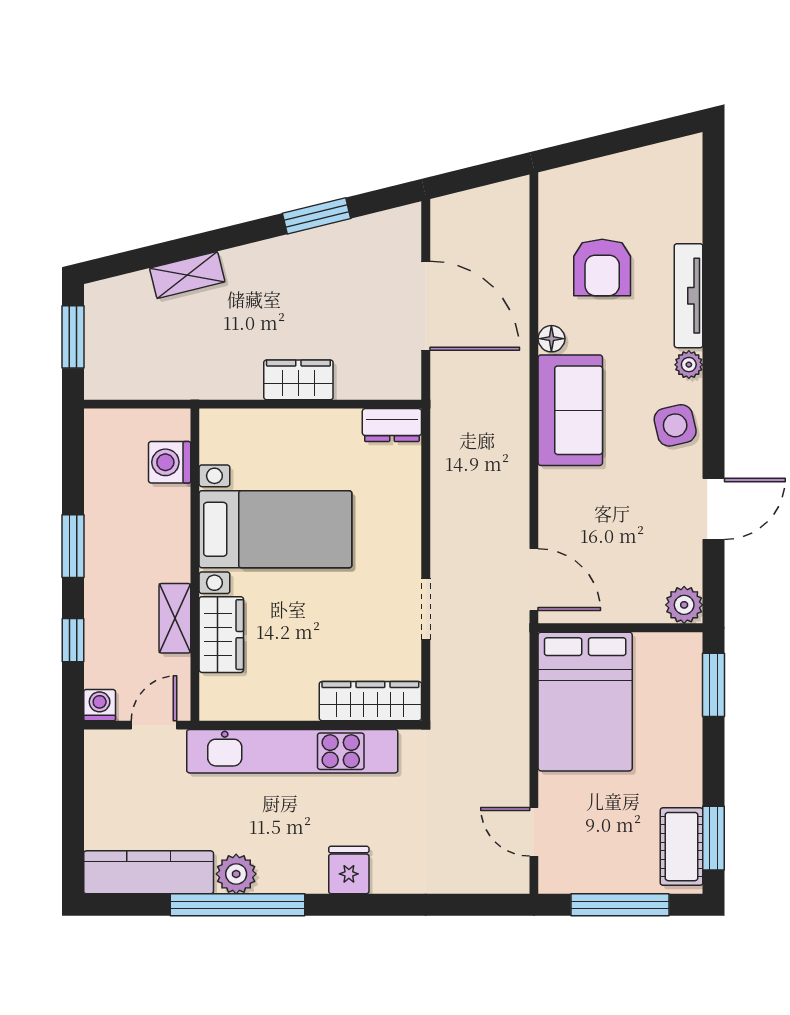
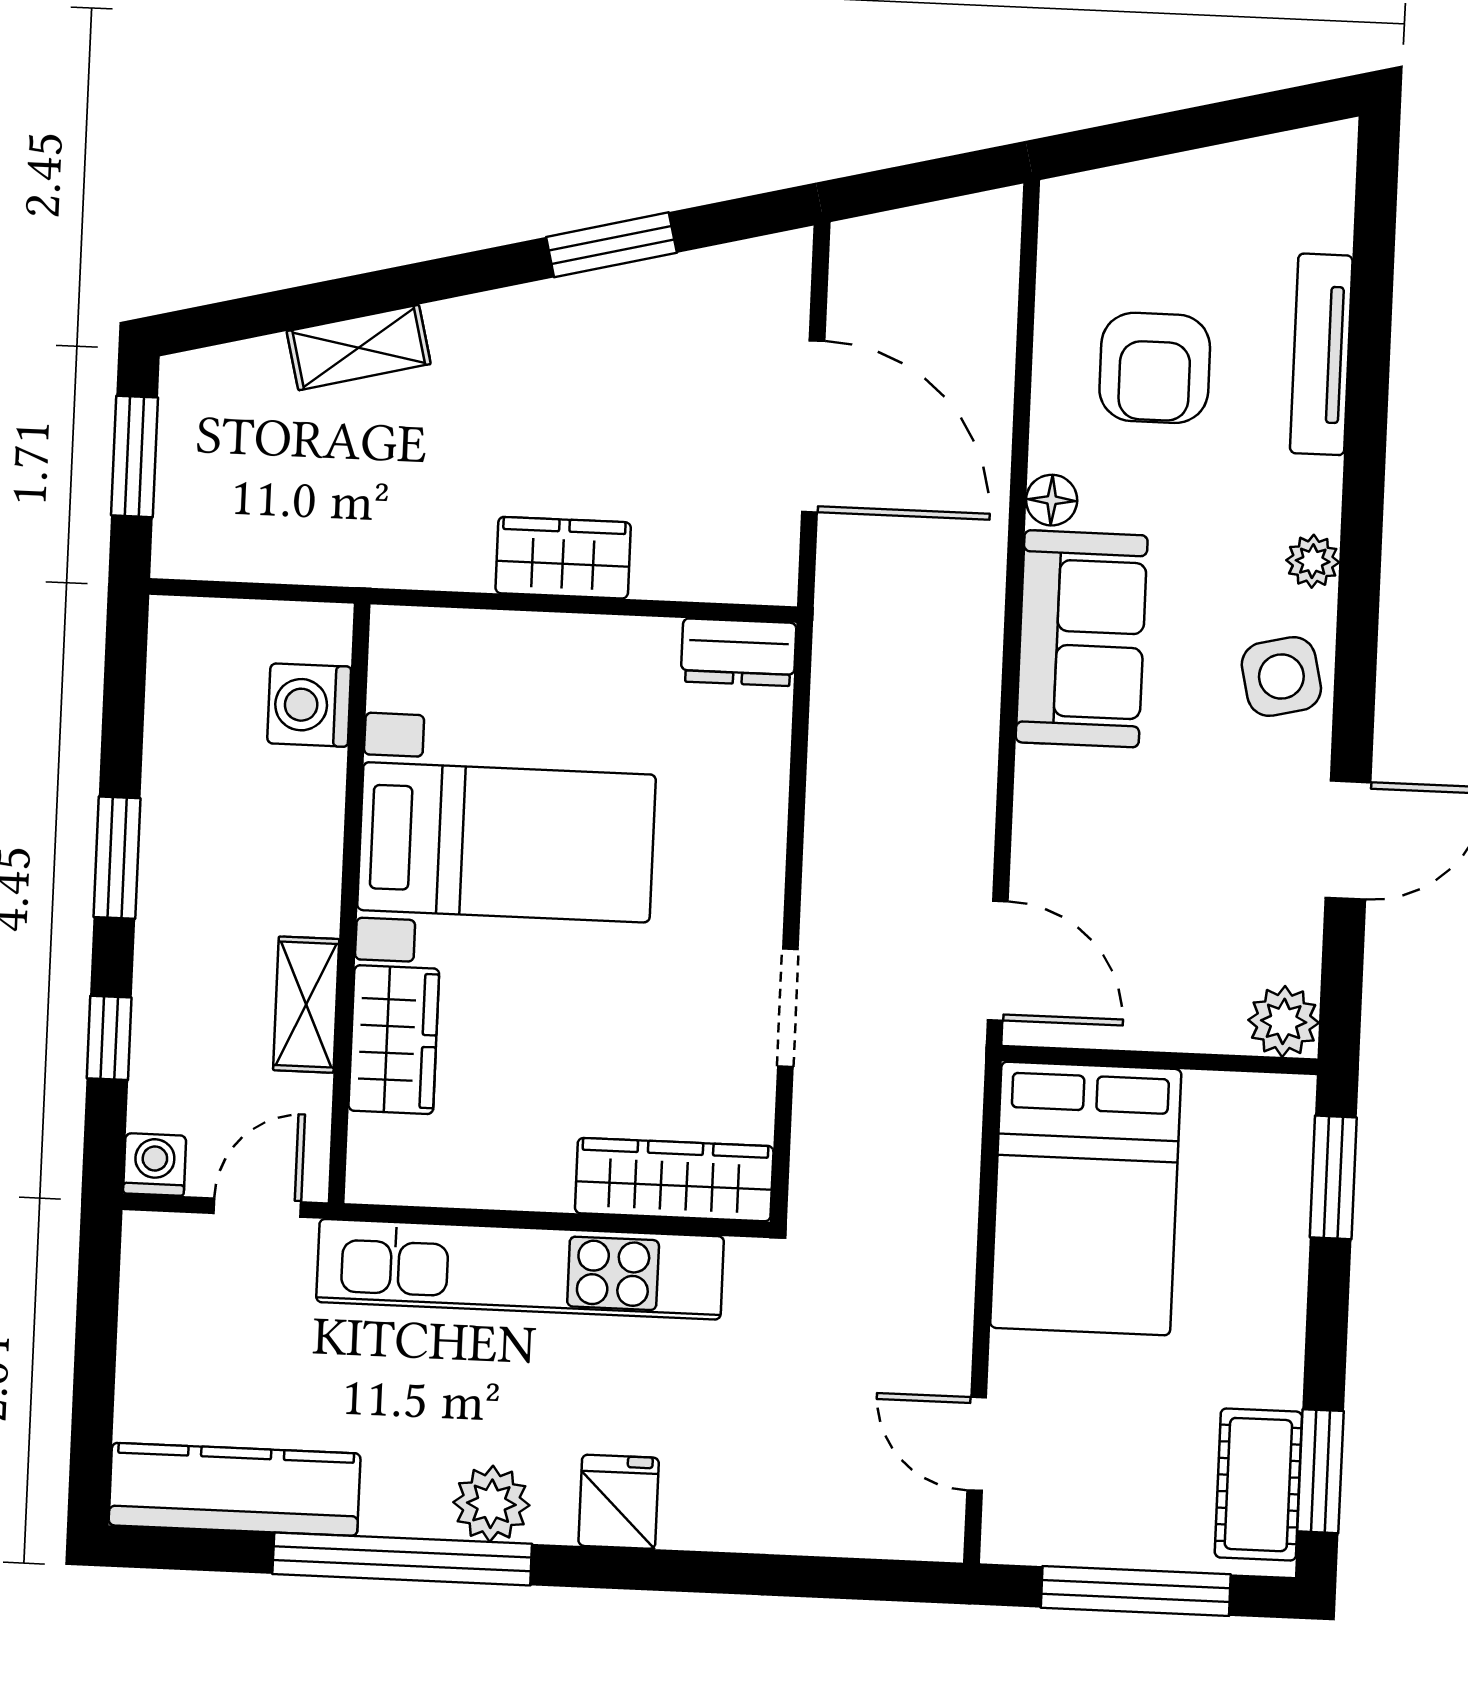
tv unit: (689, 296) -> (1321, 354), moved
plant: (236, 874) -> (491, 1504), moved

